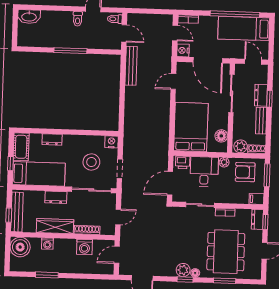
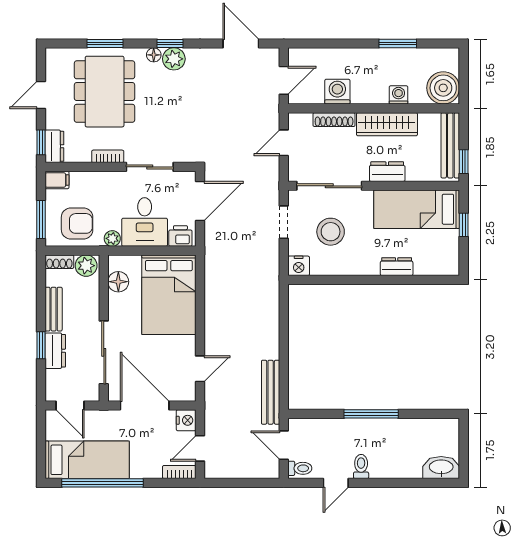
door: (175, 33) -> (200, 448), hinge flipped
cot: (21, 147) -> (447, 253), removed
window: (9, 215) -> (464, 162), moved

